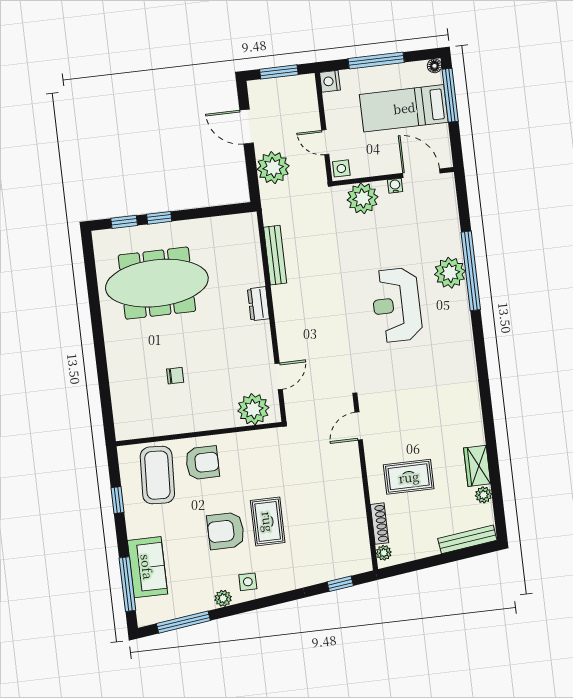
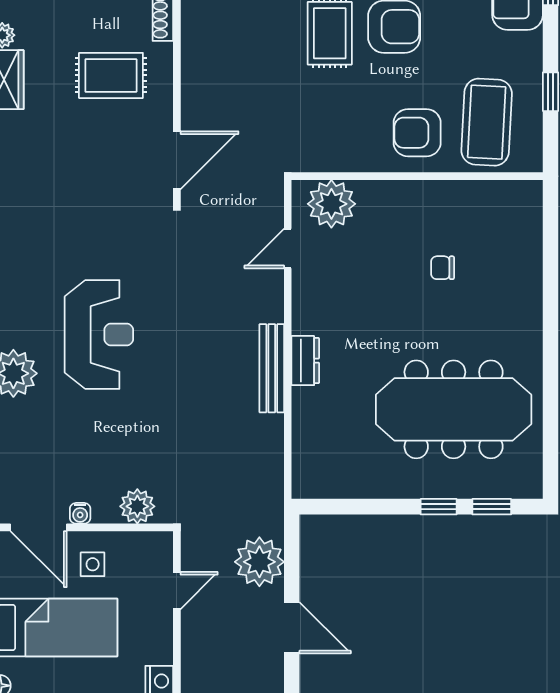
door: (325, 142) -> (177, 590), hinge flipped
side table: (341, 168) -> (93, 564), moved
plant: (363, 198) -> (137, 506), width x0.73, depth x0.73
bench: (275, 255) -> (272, 368), moved
door: (359, 426) -> (177, 160), width x1.37

